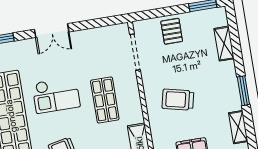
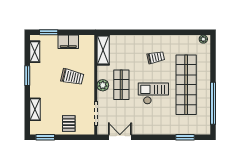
double door: (52, 31) -> (120, 137), moved
plant: (132, 95) -> (103, 85), added

